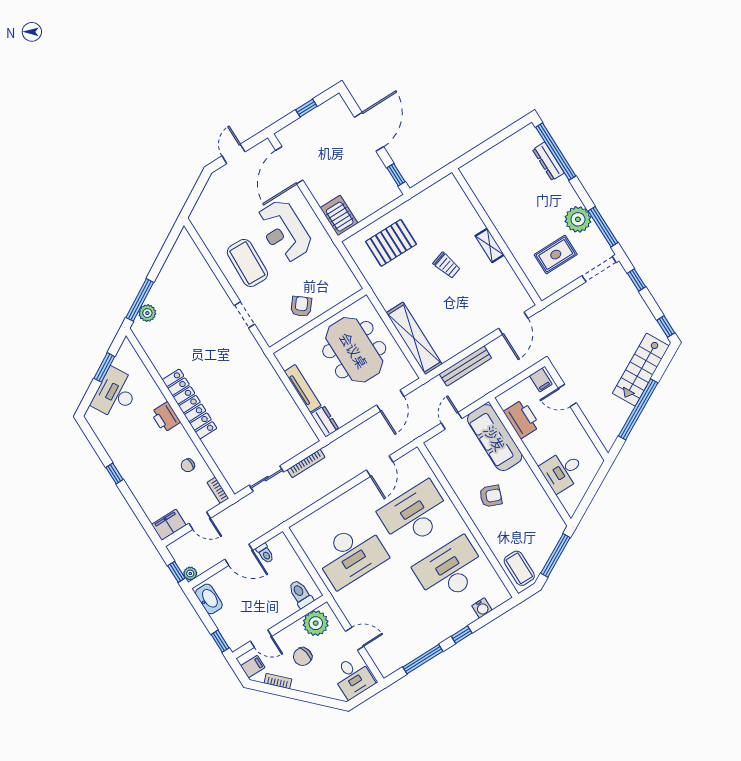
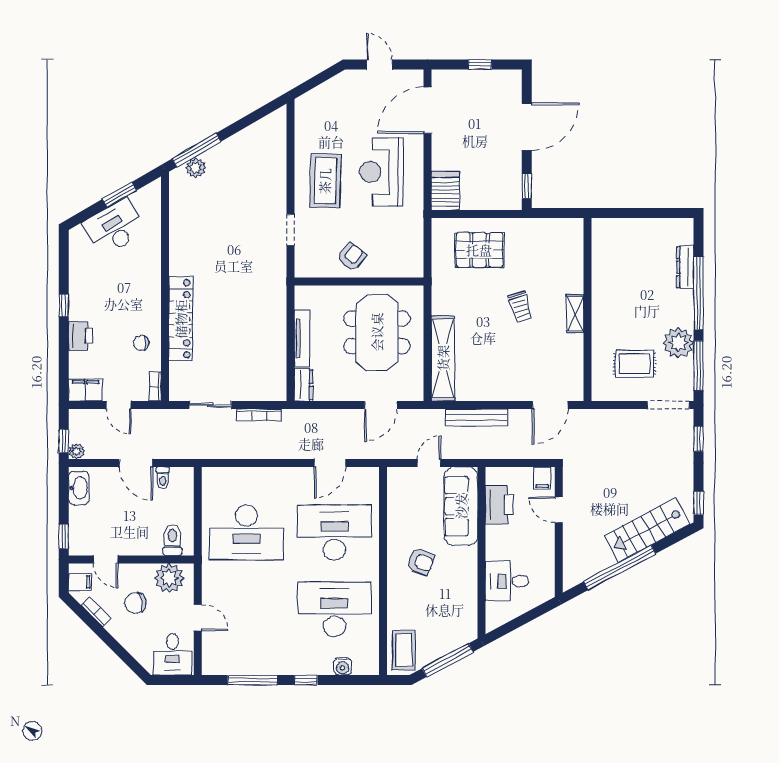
window: (556, 152) -> (699, 293), moved
door: (234, 154) -> (380, 64), hinge flipped
locker: (190, 404) -> (181, 319), moved
printer: (166, 417) -> (81, 336), moved, turned 180

